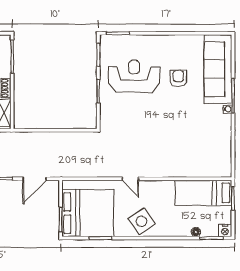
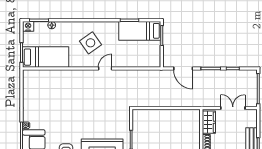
door: (34, 179) -> (183, 69), swing flipped
door: (130, 179) -> (105, 69), hinge flipped
bed: (88, 213) -> (140, 31), width x0.49
side table: (142, 221) -> (90, 43), moved

